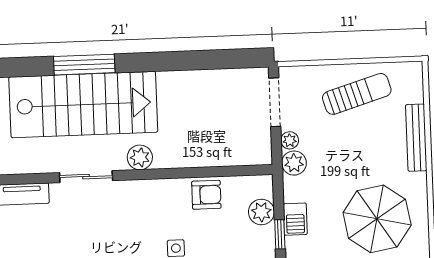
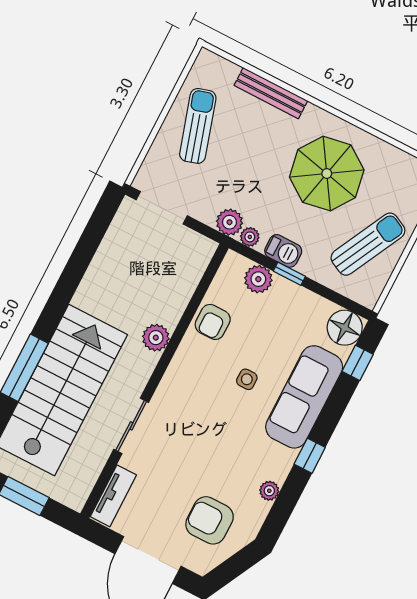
plant: (290, 140) -> (250, 237), moved
plant: (140, 157) -> (156, 338), moved
armchair: (206, 195) -> (213, 322), turned 180

